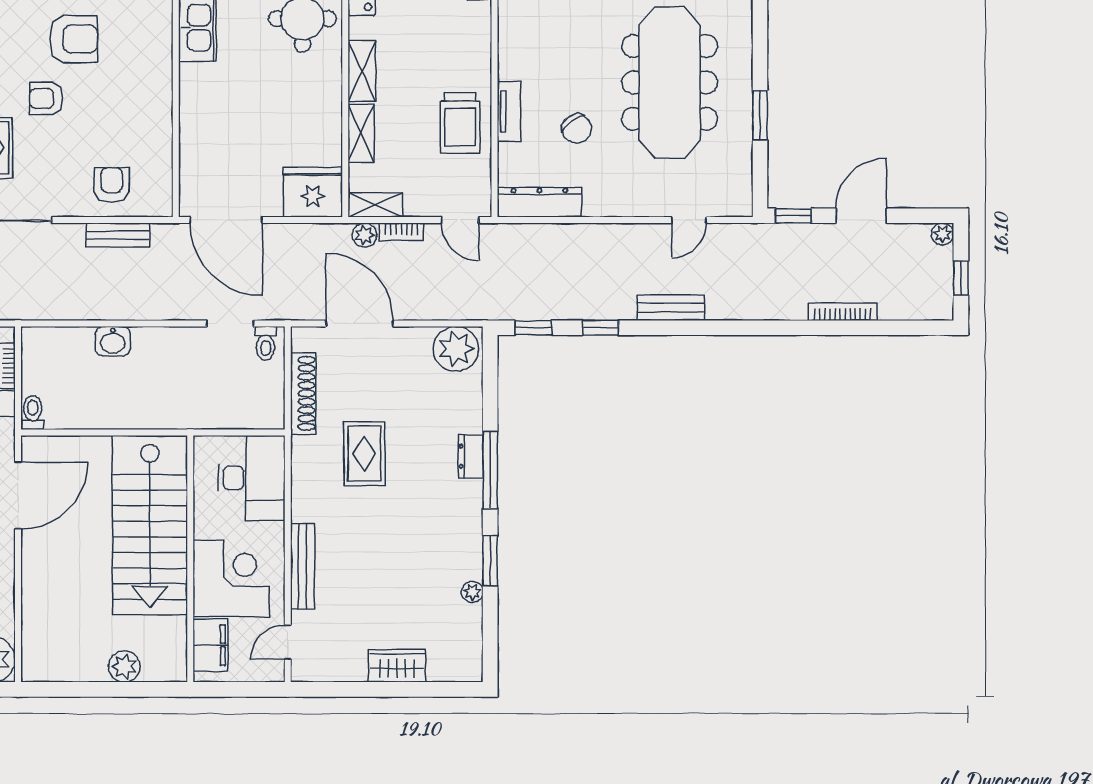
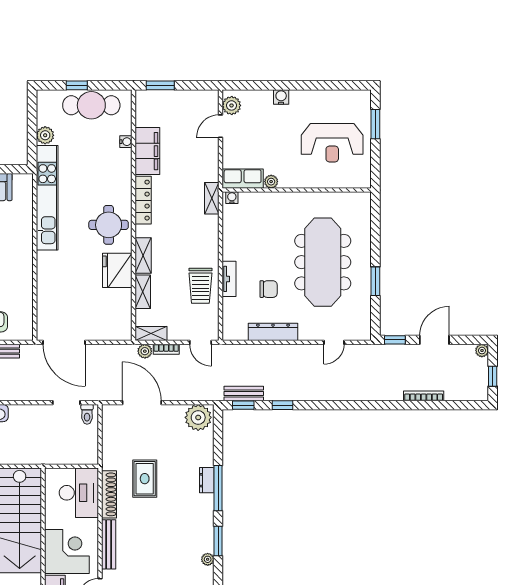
chair: (577, 129) -> (269, 289), turned -54
fridge: (313, 192) -> (117, 270), moved, turned -90
dresser: (539, 202) -> (273, 332), moved
bench: (671, 308) -> (244, 394), moved
shoe rack: (303, 393) -> (109, 494), moved

